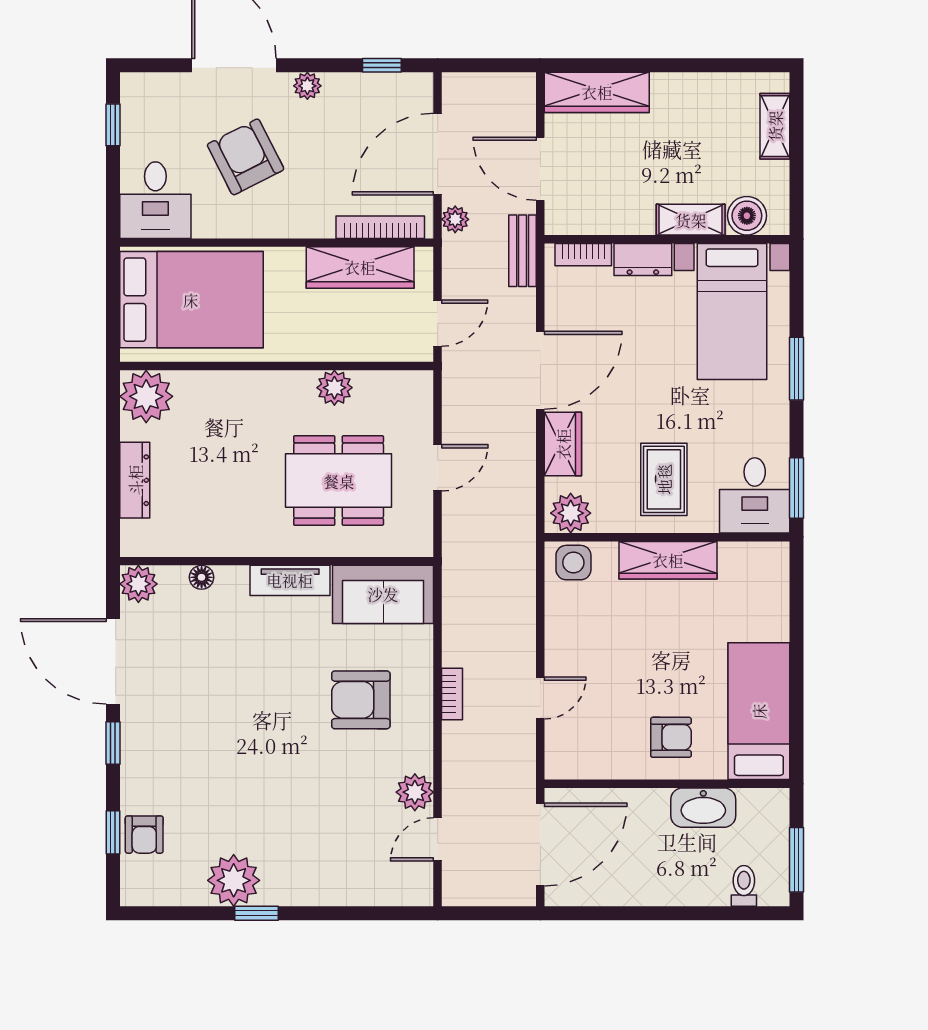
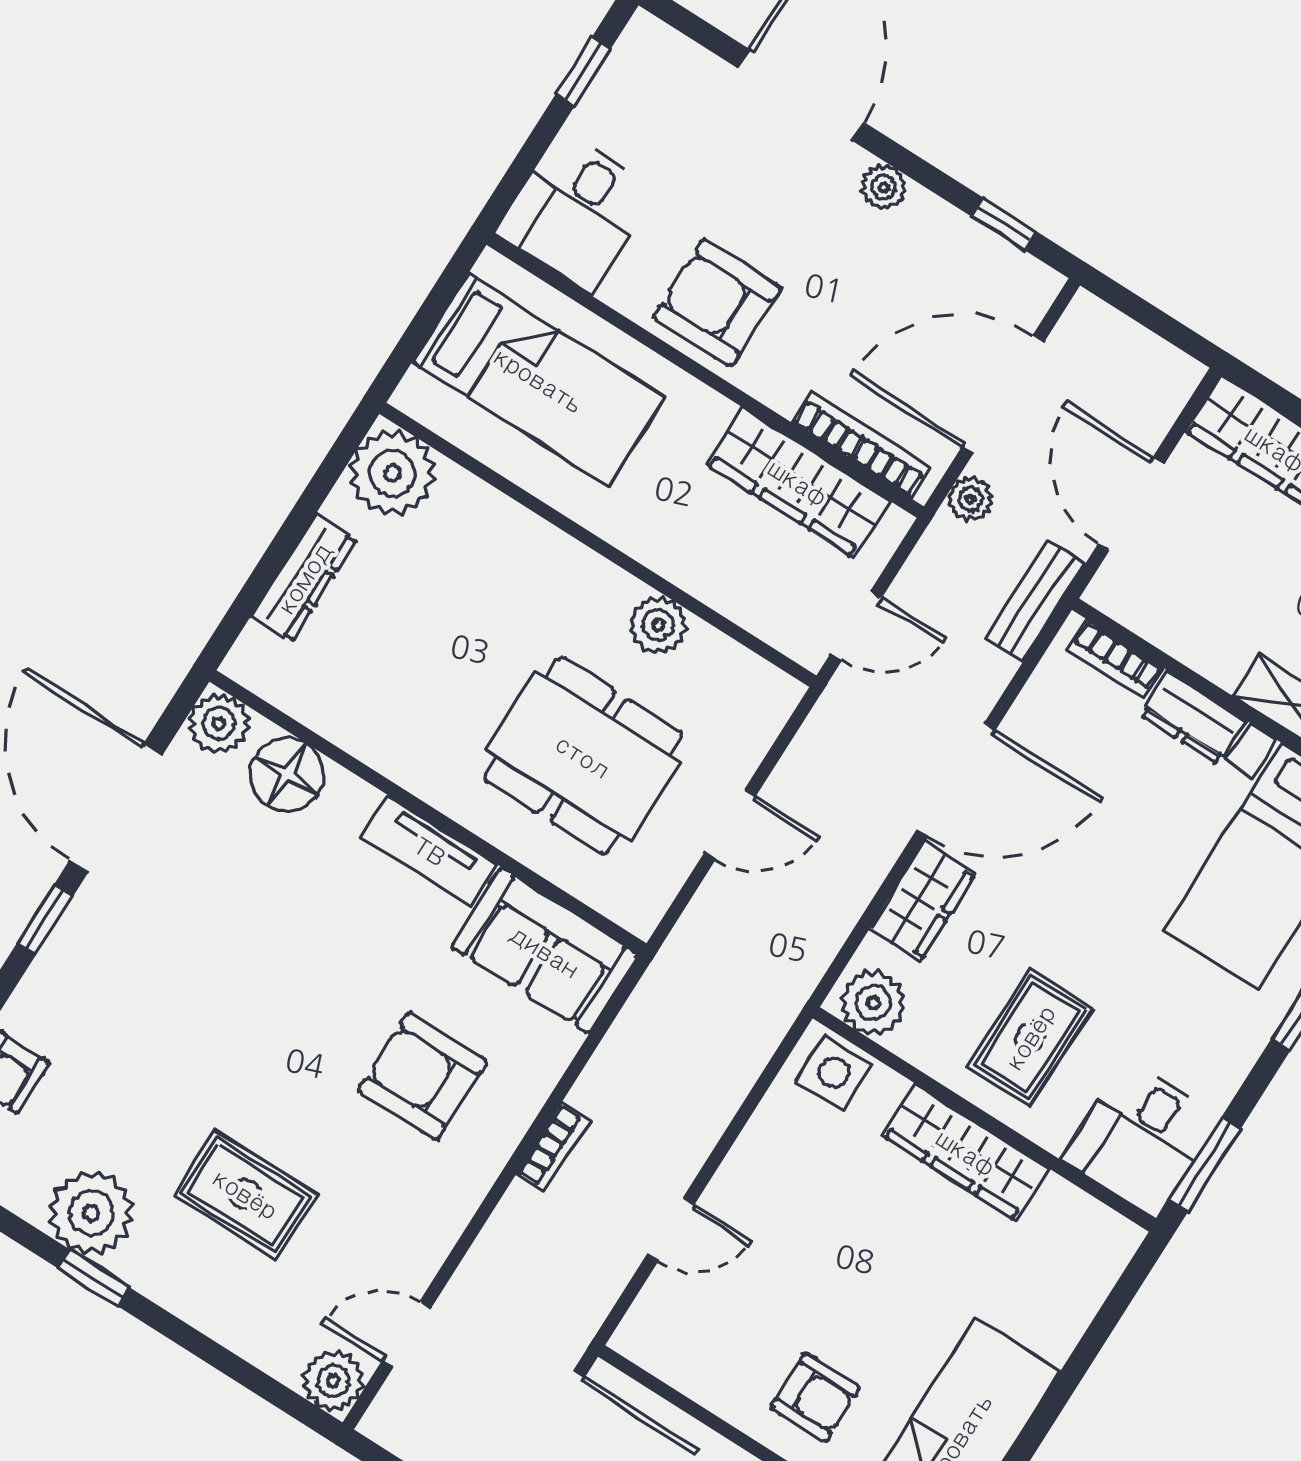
armchair: (246, 157) -> (717, 303), moved, turned -63
bed: (191, 300) -> (539, 380), width x0.67
floor lamp: (202, 577) -> (287, 775), width x1.89, depth x1.89
plant: (415, 792) -> (333, 1381), moved
rug: (308, 820) -> (246, 1194), added

